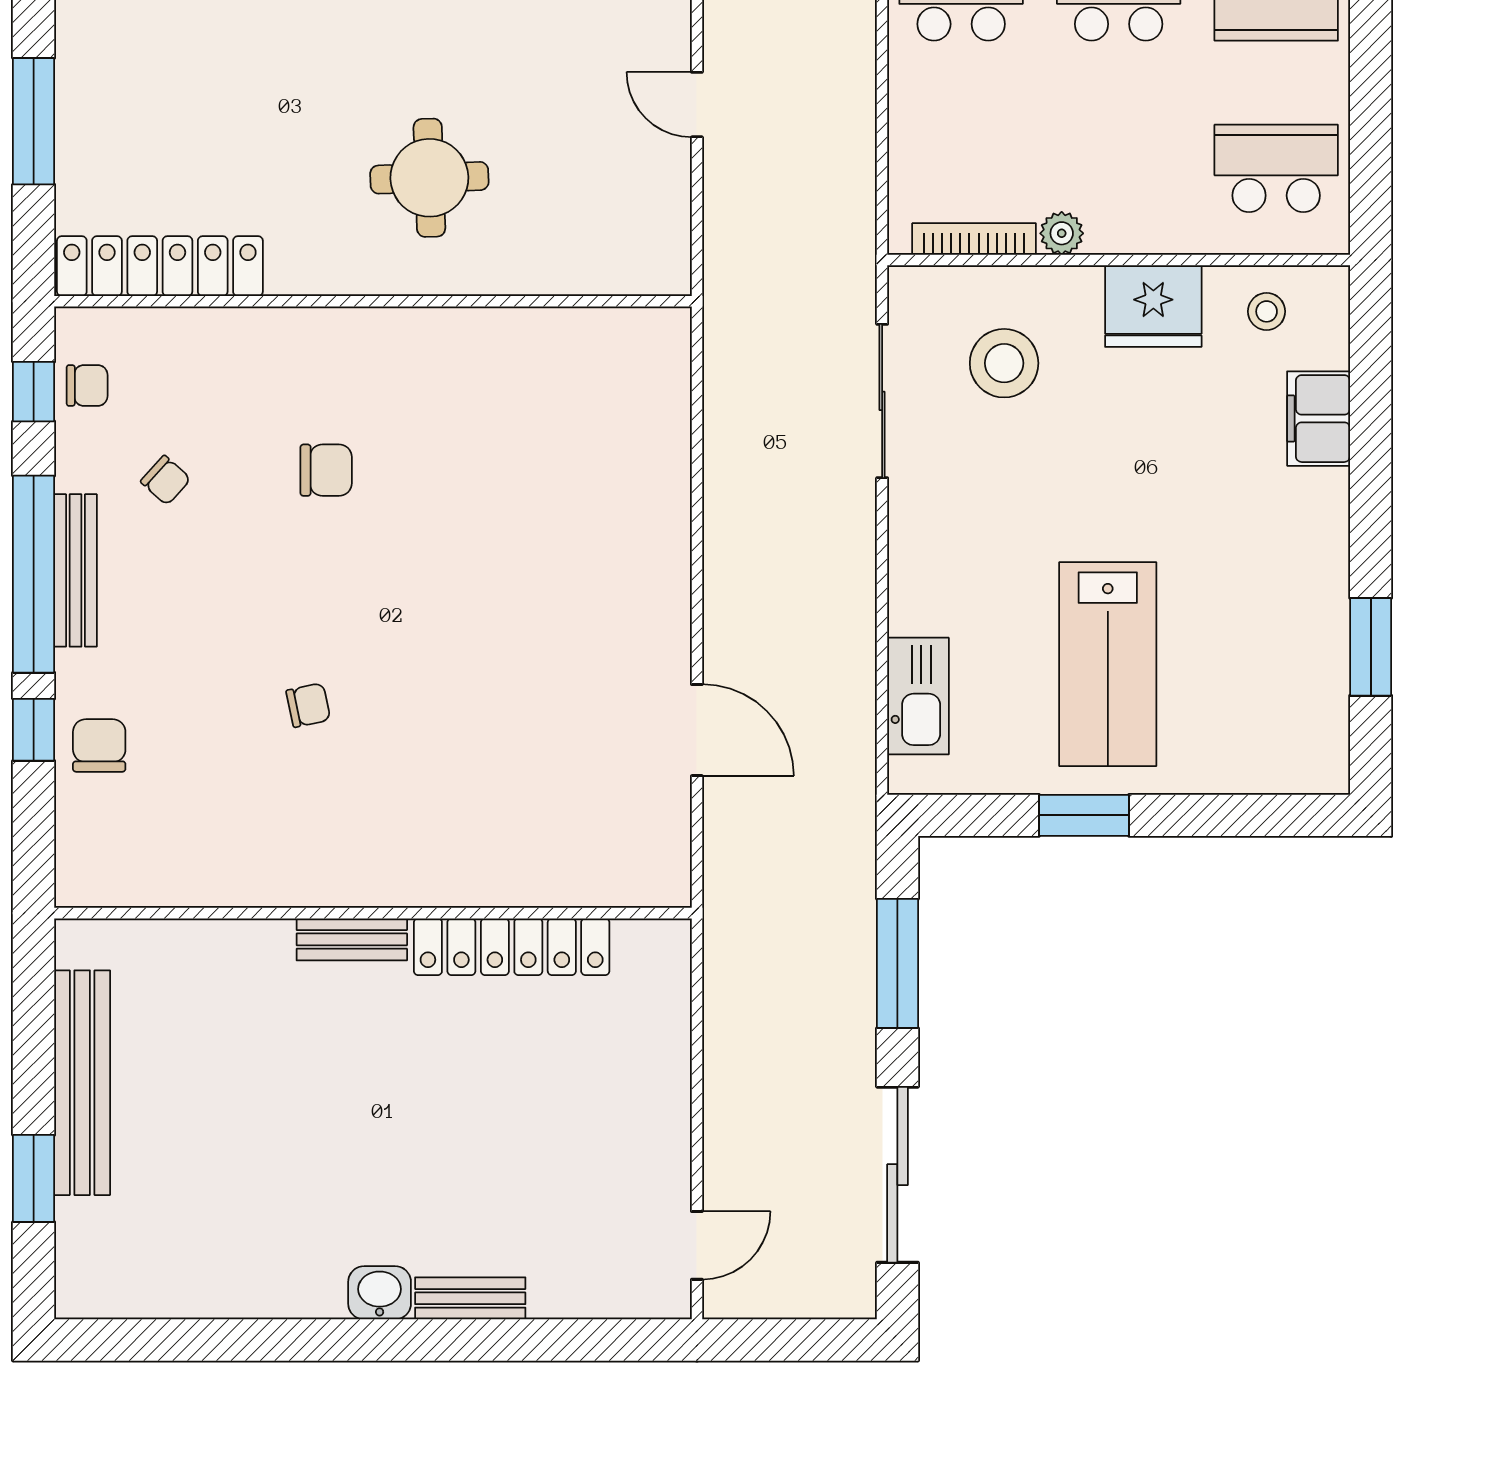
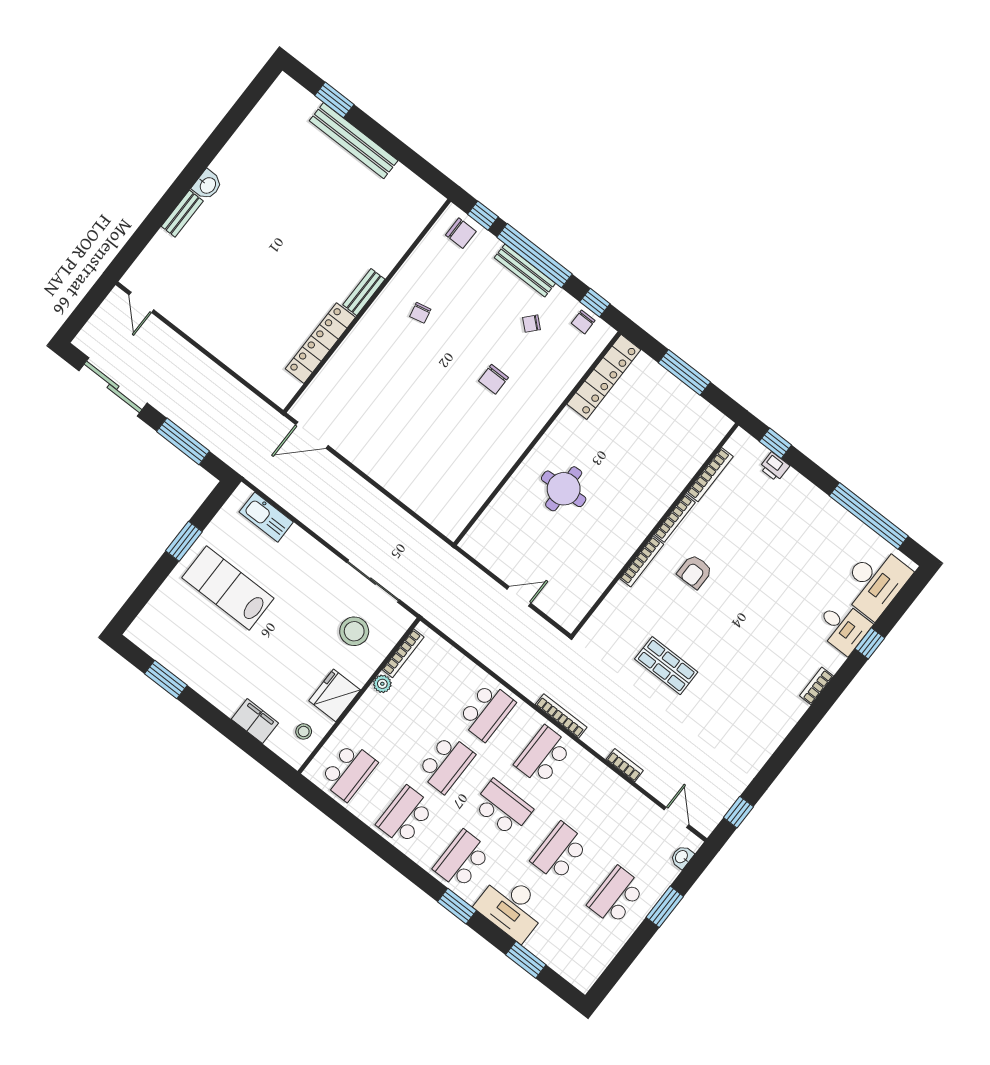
wall: (373, 913) -> (367, 306), moved
bench: (352, 939) -> (364, 292), moved
locker: (512, 947) -> (320, 343), moved

